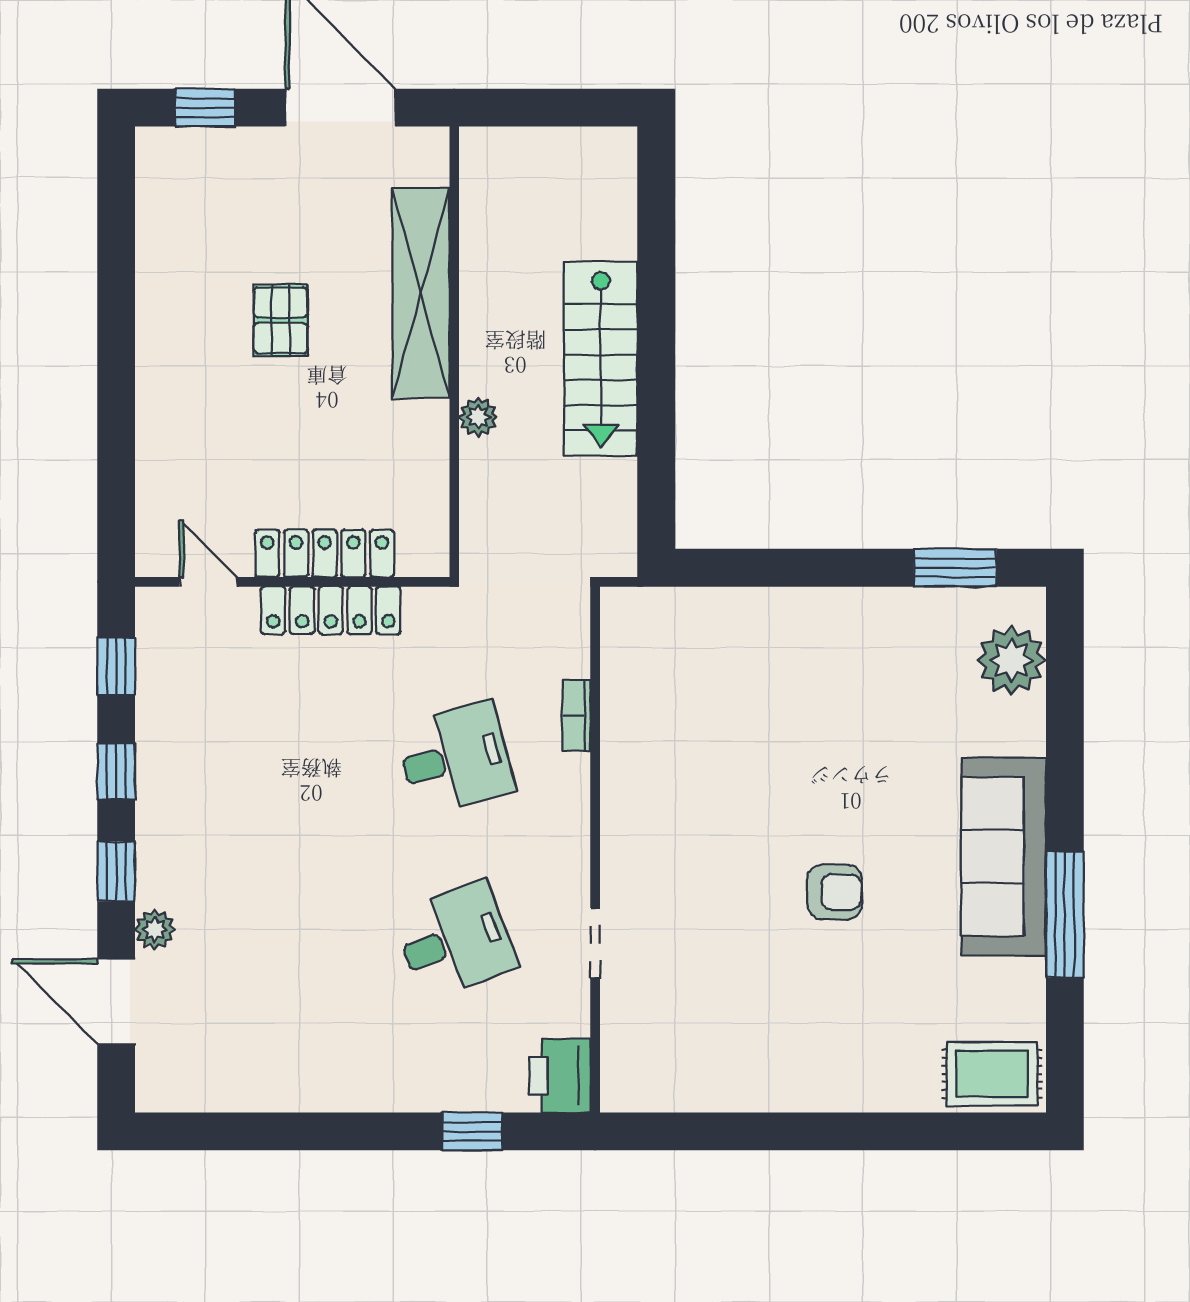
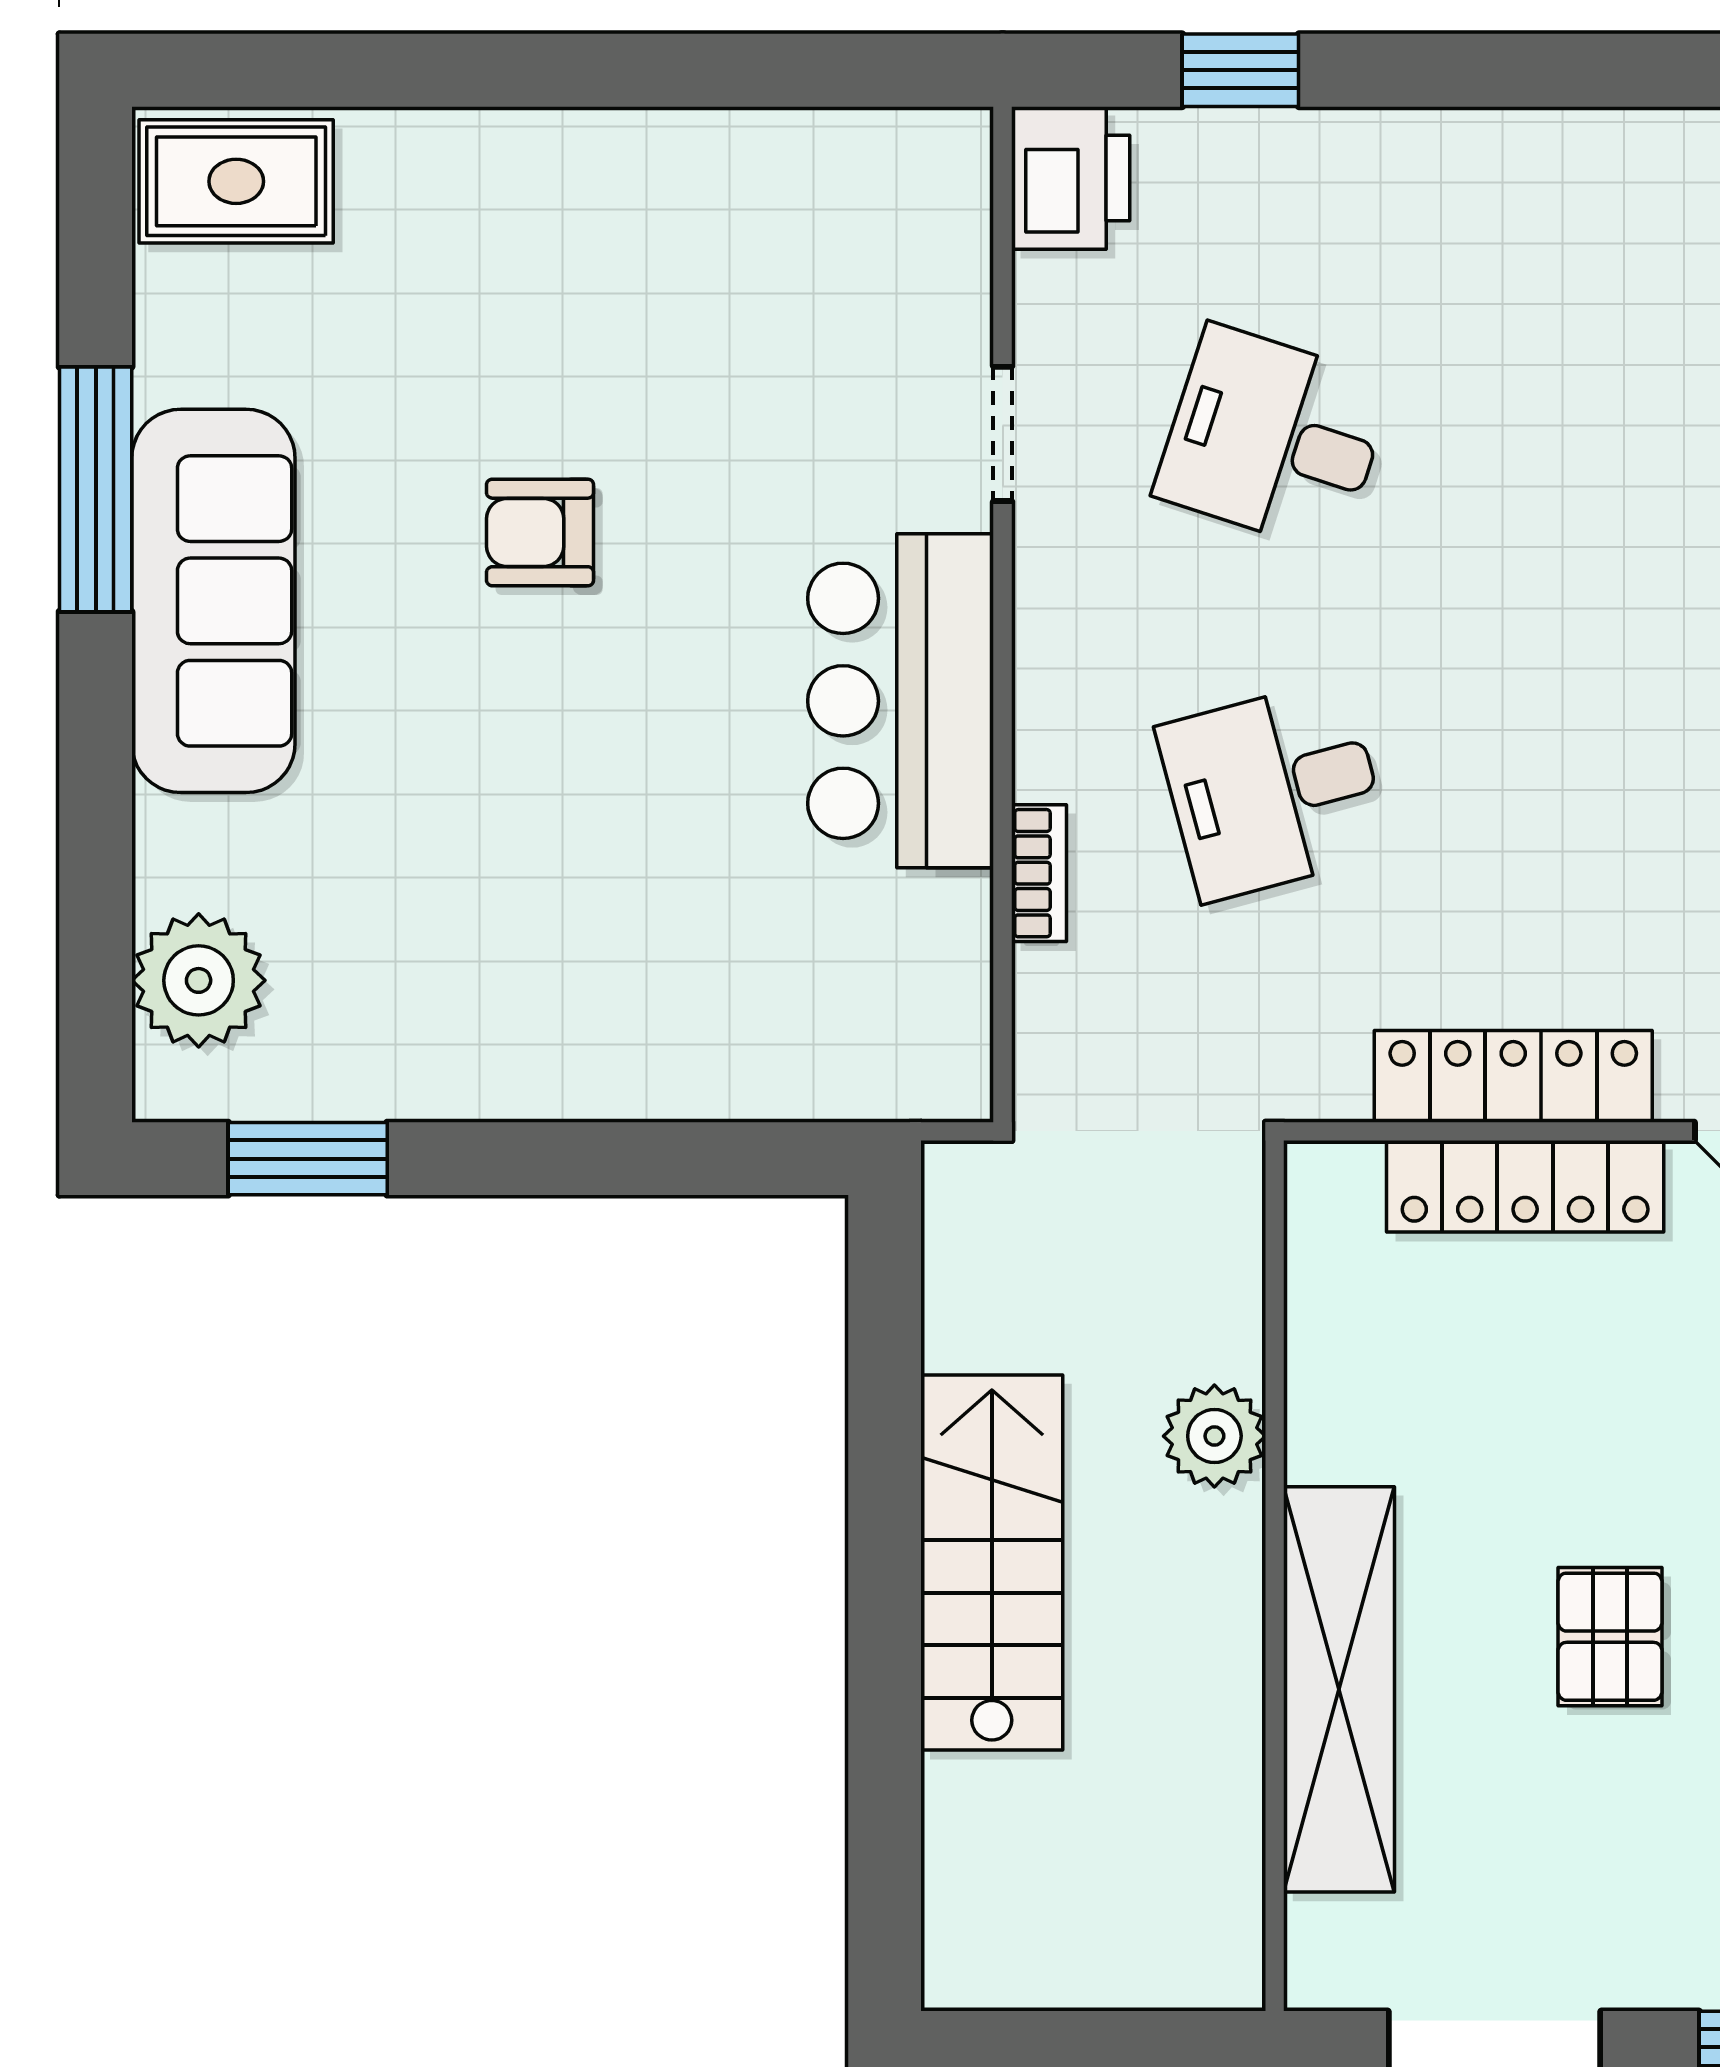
plant: (478, 417) -> (1214, 1436), width x1.38, depth x1.38
bar counter: (648, 805) -> (901, 701), added
desk: (455, 941) -> (1274, 439), turned 39

